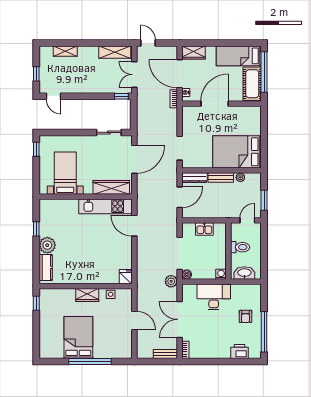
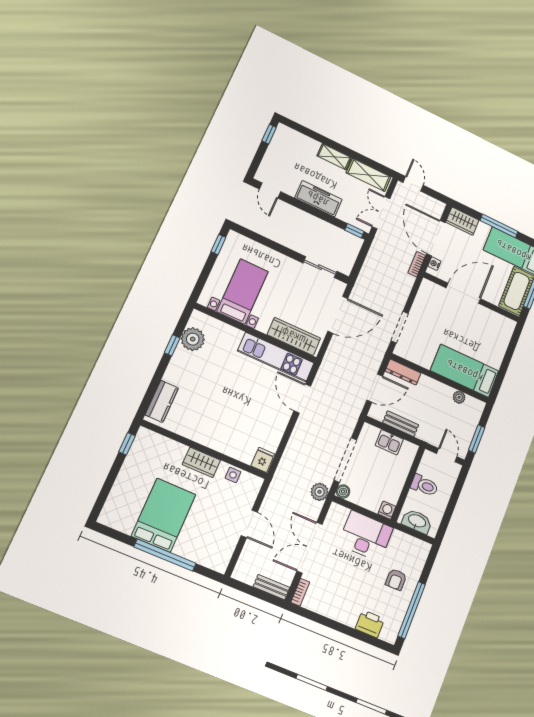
window: (221, 43) -> (499, 226), added
shelving: (65, 51) -> (334, 157), moved
window: (36, 74) -> (269, 134), moved
freezer: (88, 86) -> (318, 199), added
bed: (237, 152) -> (465, 371), width x0.67
bench: (221, 178) -> (401, 424), moved
door: (247, 220) -> (447, 455), hinge flipped
plant: (47, 245) -> (193, 339), moved

